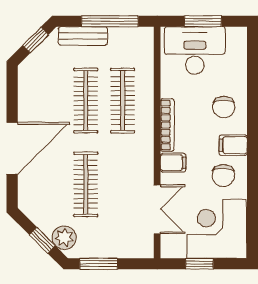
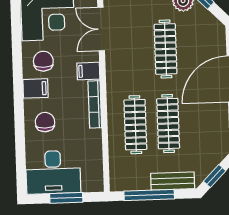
desk: (195, 50) -> (53, 172), moved

